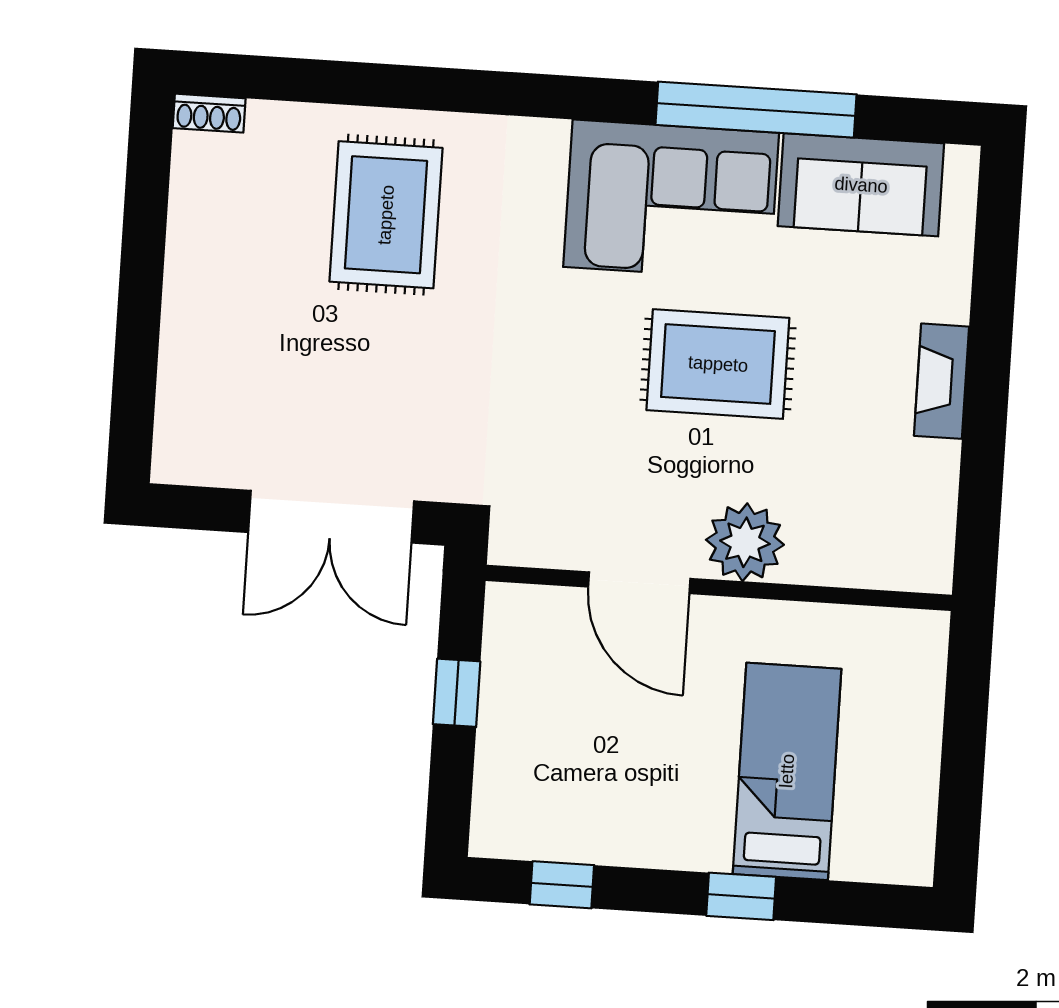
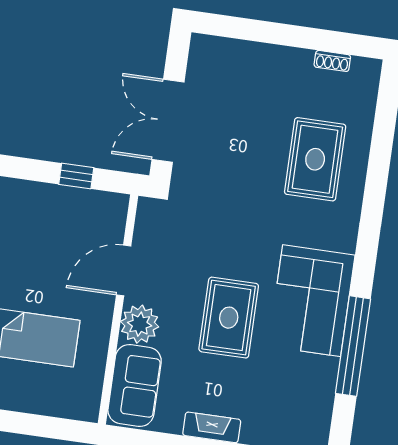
shoe rack: (209, 113) -> (332, 61), moved, turned -90
sofa: (861, 185) -> (135, 386), moved, turned 180
rug: (386, 215) -> (315, 159), turned 90

